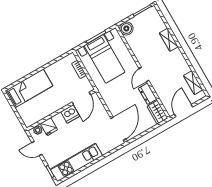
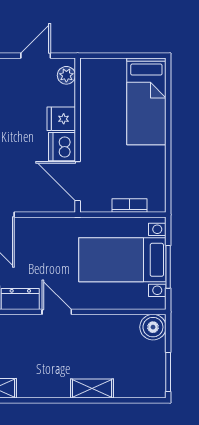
fridge: (49, 127) -> (61, 119), moved

